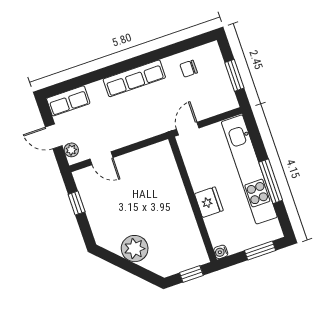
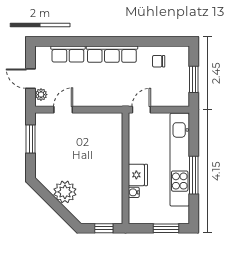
row of seats: (68, 101) -> (68, 54), moved
door: (101, 158) -> (63, 110), swing flipped
window: (77, 203) -> (31, 139), width x1.50
water cooler: (221, 252) -> (134, 192), moved

